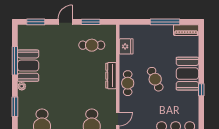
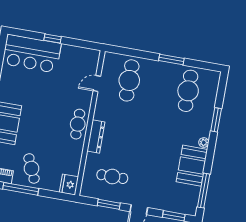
fridge: (126, 46) -> (69, 185), moved
window: (15, 61) -> (204, 191), moved
cafe table: (155, 79) -> (31, 168), moved

